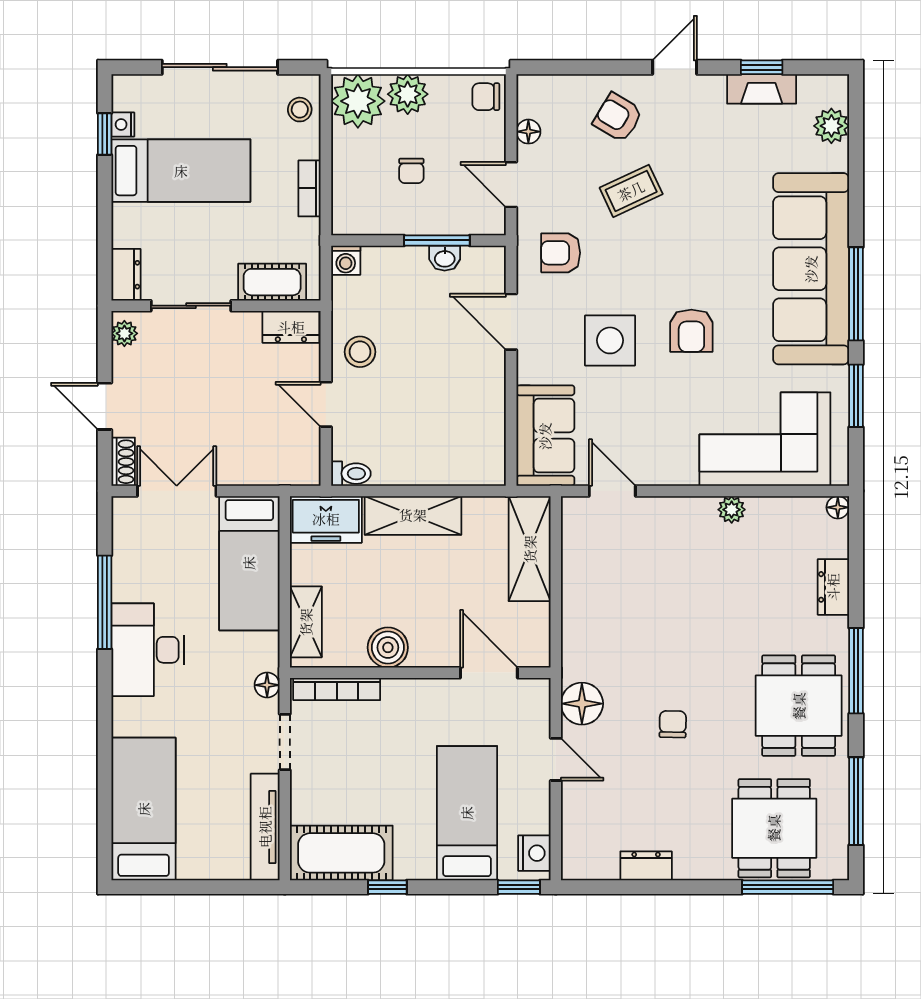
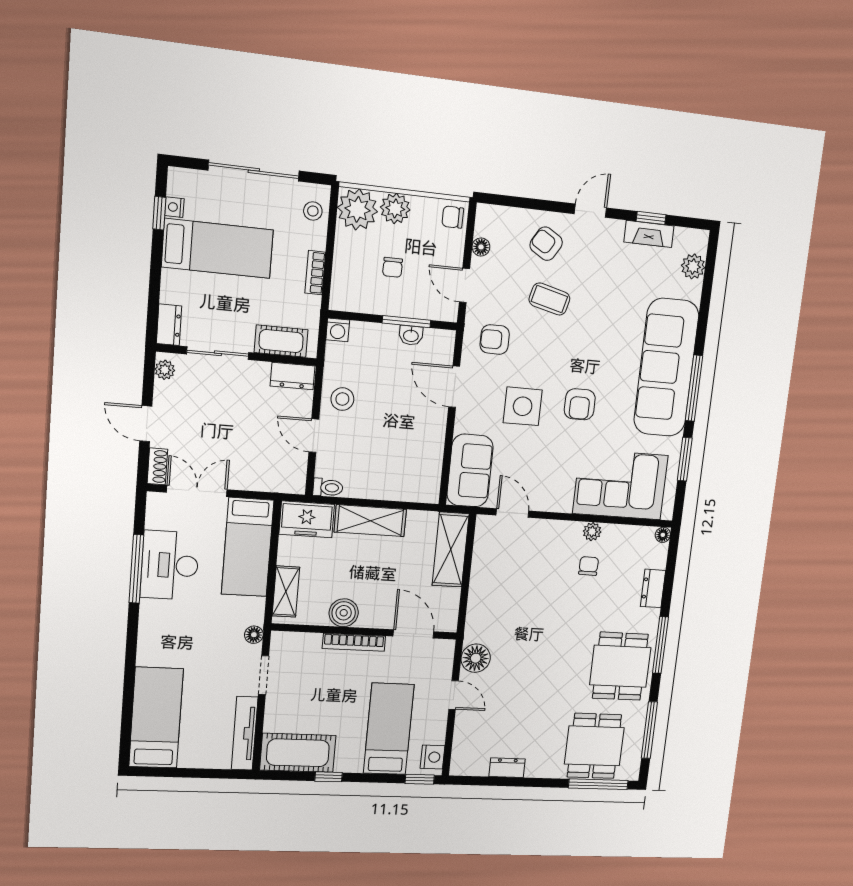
coffee table: (631, 191) -> (549, 299), turned 39
desk: (148, 650) -> (170, 565), moved
bookcase: (337, 689) -> (354, 642), moved
chair: (673, 724) -> (589, 566), moved

